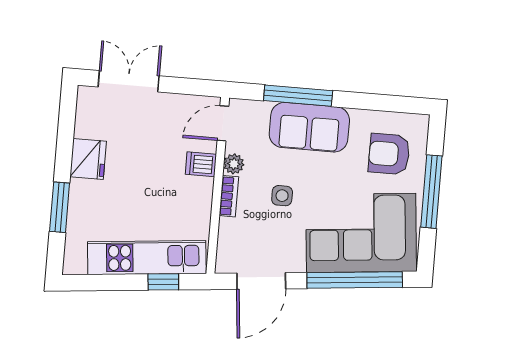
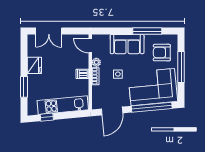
double door: (129, 81) -> (49, 31), swing flipped
window: (298, 96) -> (147, 31), moved
door: (223, 123) -> (90, 46), hinge flipped
dishwasher: (201, 164) -> (82, 74), moved
window: (163, 282) -> (47, 117), moved

